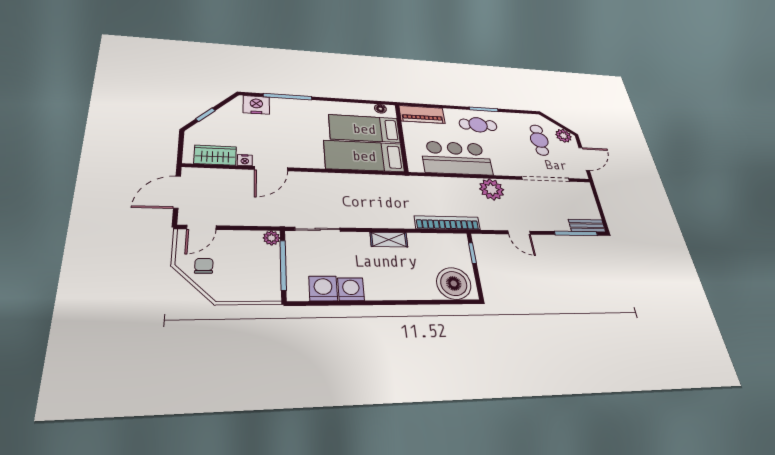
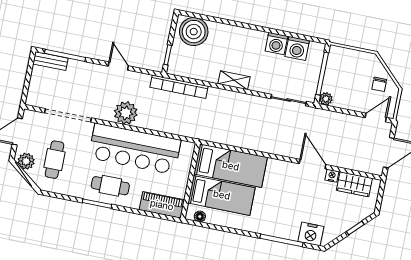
bar counter: (456, 158) -> (135, 149), width x1.36
door: (271, 169) -> (312, 164), hinge flipped

